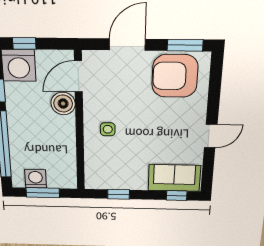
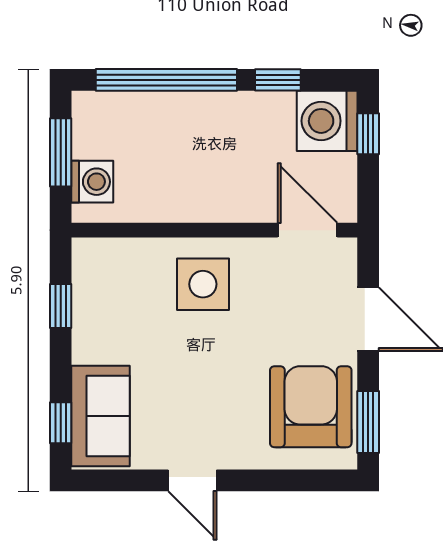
boiler: (63, 104) -> (254, 200), removed
side table: (108, 129) -> (203, 284), width x1.87, depth x1.87
washing machine: (36, 179) -> (92, 182), moved

